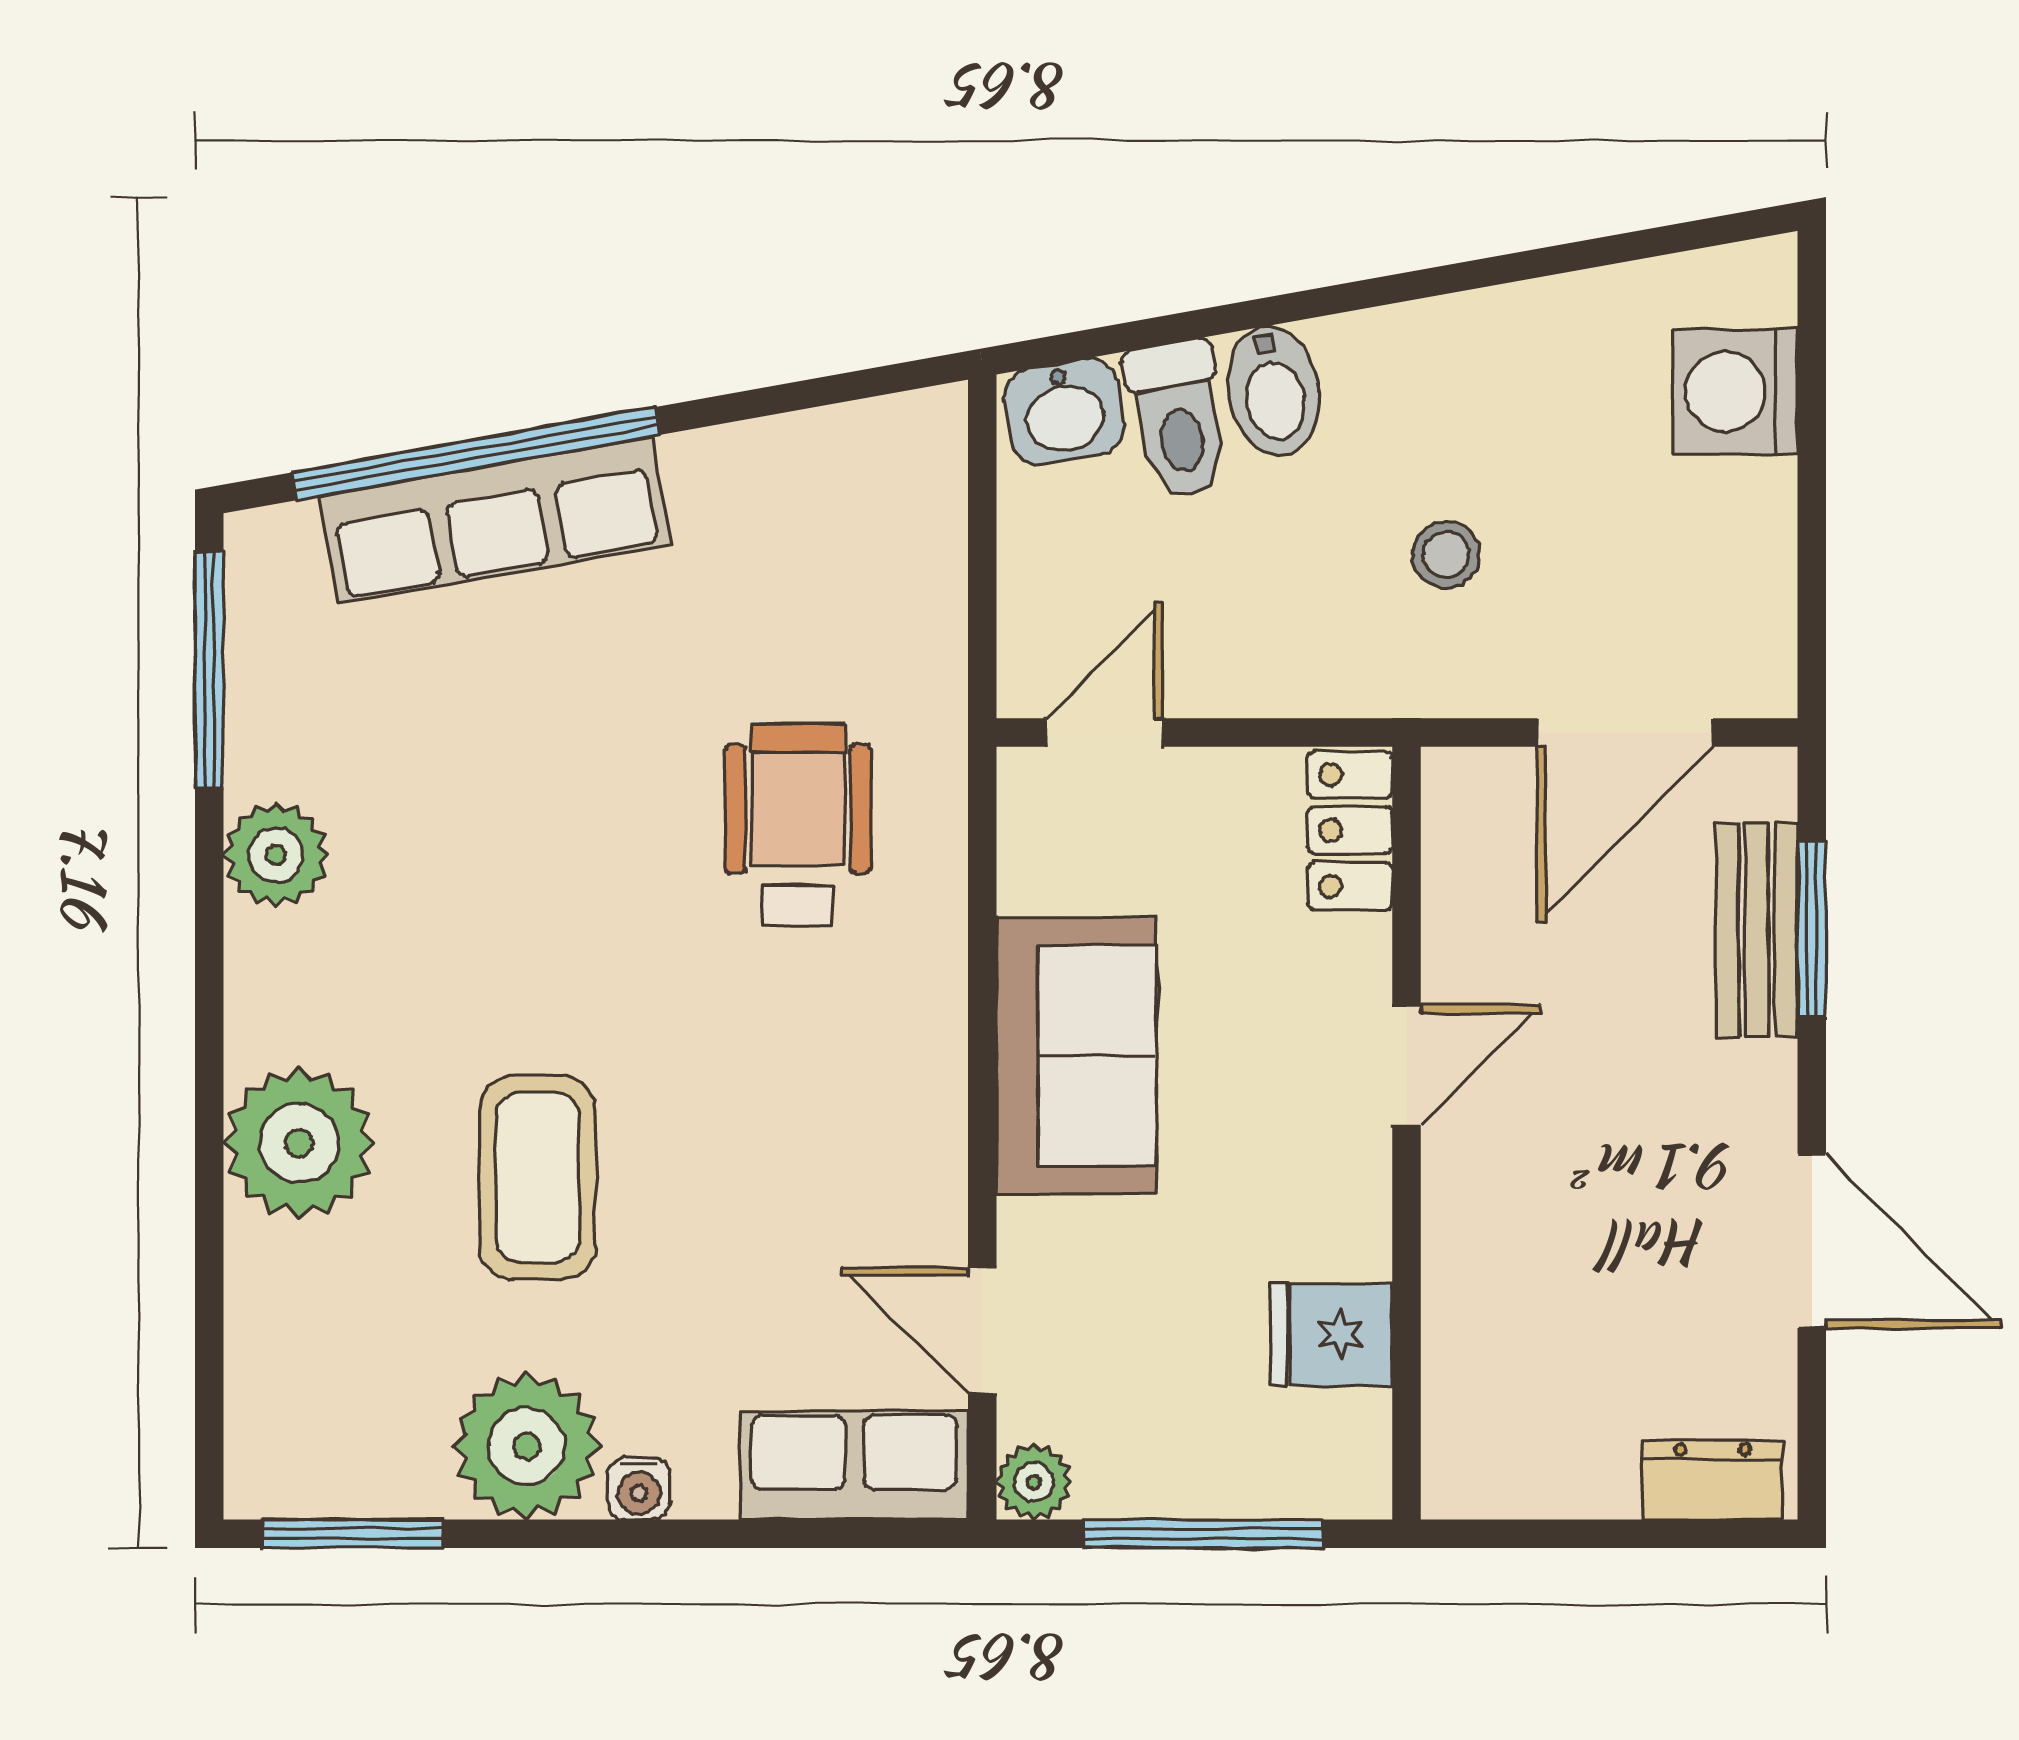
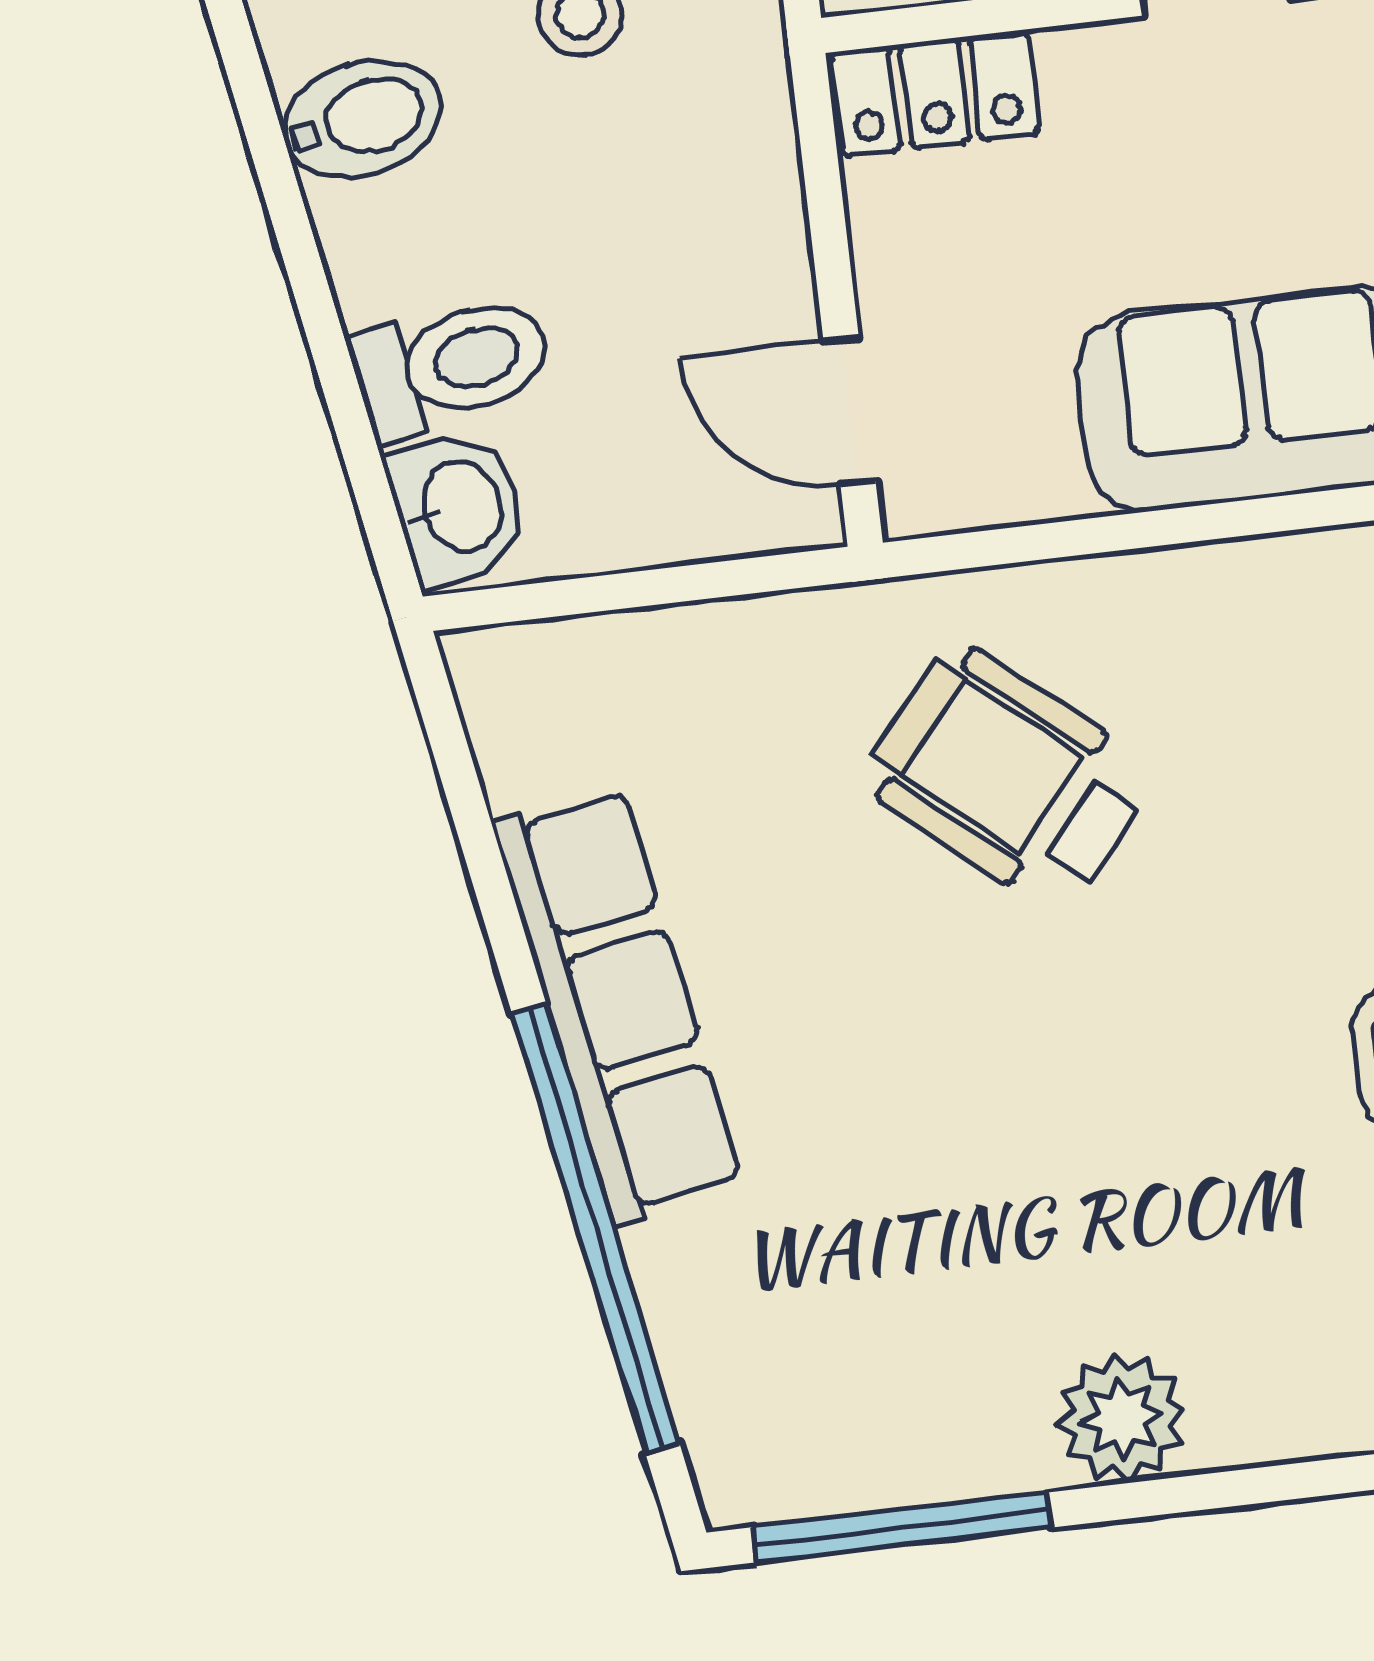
bidet: (1273, 391) -> (362, 119), moved
row of seats: (495, 520) -> (618, 1004), moved
wheelchair: (798, 825) -> (1009, 777), turned 40

